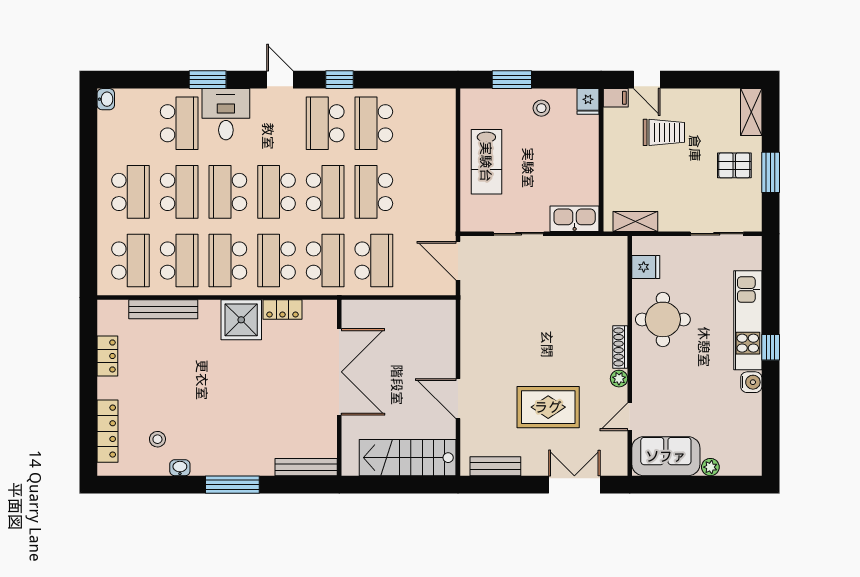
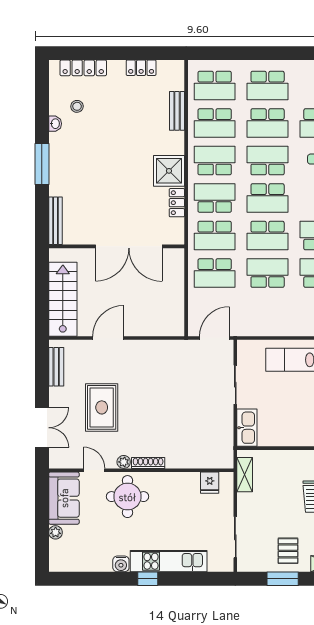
school desk: (276, 192) -> (268, 198), turned 180
bench: (163, 309) -> (177, 111), width x0.73
round table: (663, 319) -> (127, 497), moved

